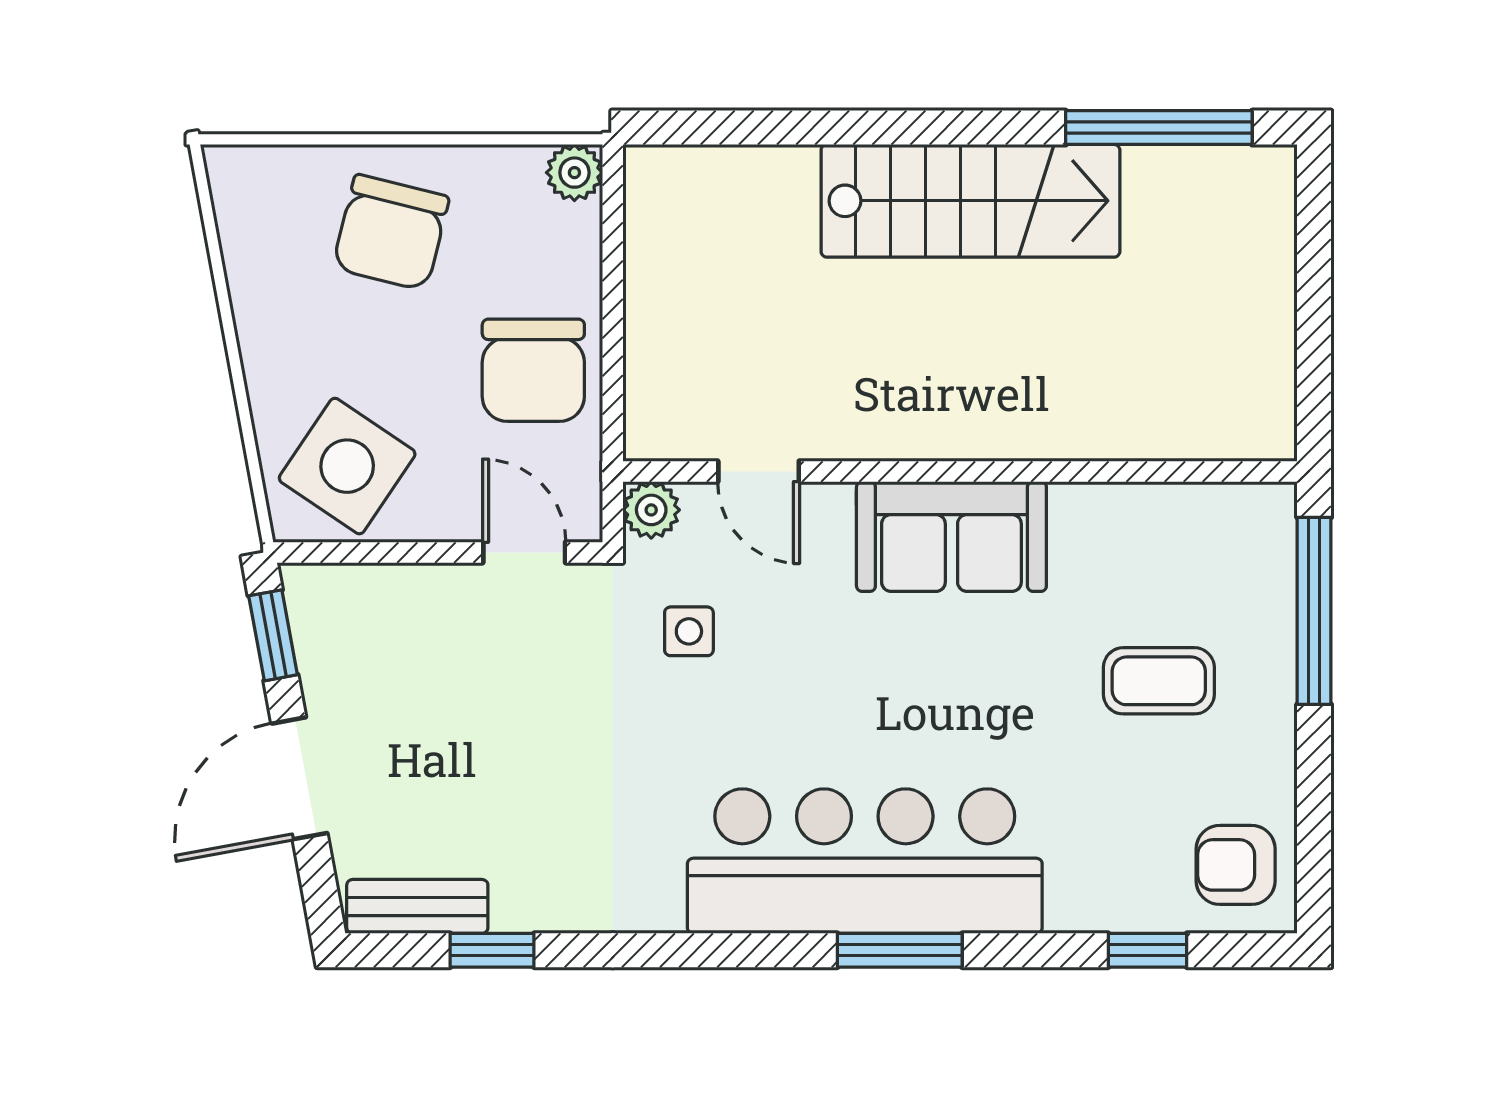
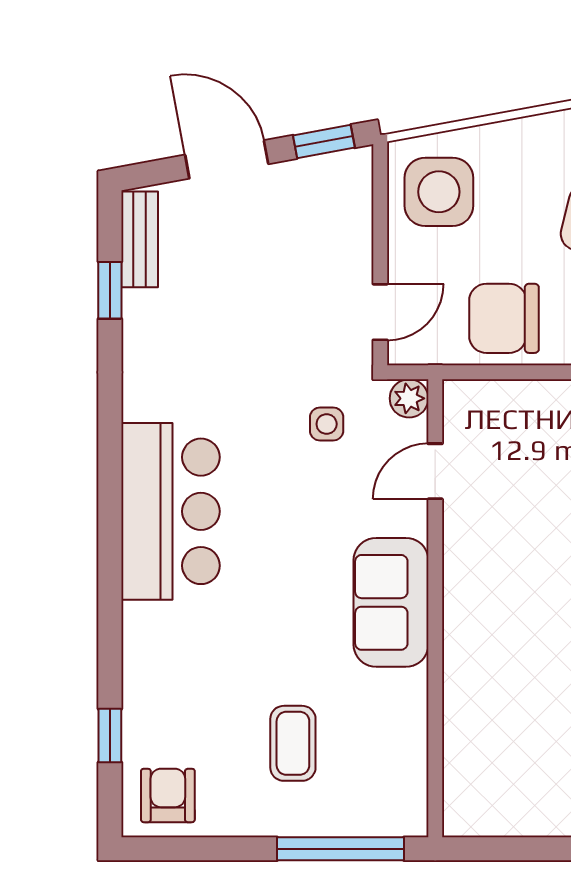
side table: (347, 466) -> (439, 192), turned -34
bar counter: (865, 861) -> (170, 511), width x0.73
window: (900, 950) -> (110, 567), removed

